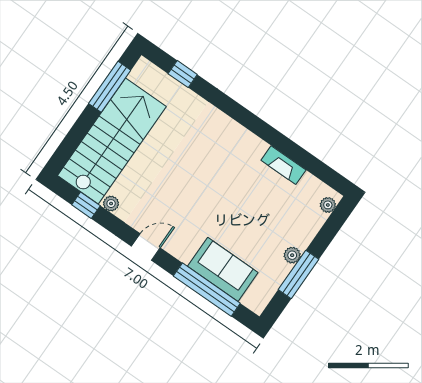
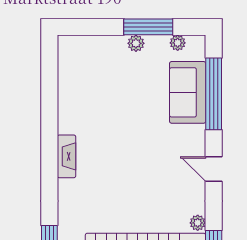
fireplace: (283, 165) -> (67, 156), moved
plant: (328, 205) -> (178, 43), moved

